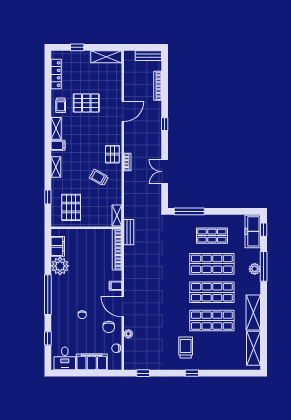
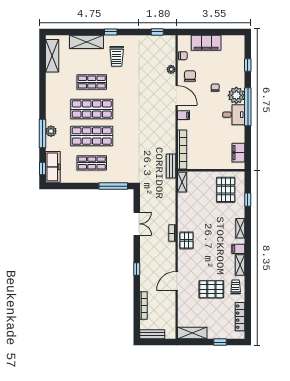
trolley: (99, 177) -> (199, 218), removed
plant: (60, 266) -> (236, 95), moved
shelving: (253, 313) -> (86, 42), moved, turned 90
shop shelf: (212, 321) -> (92, 82), width x0.70, depth x0.74
desk: (65, 358) -> (234, 115), moved, turned 90

